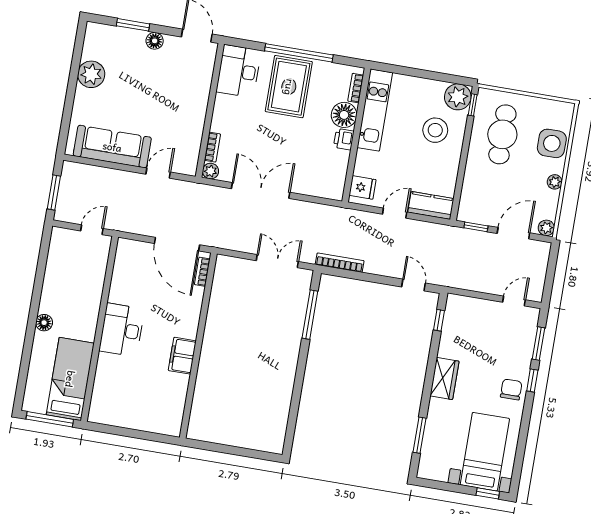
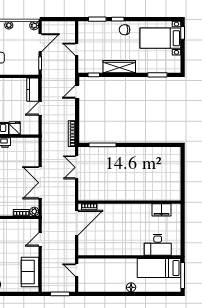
sofa: (112, 147) -> (30, 272), width x0.73
door: (158, 173) -> (40, 239), hinge flipped
fridge: (363, 188) -> (15, 128), moved
door: (395, 213) -> (40, 108), hinge flipped
door: (513, 233) -> (40, 43), swing flipped
door: (514, 301) -> (77, 49), moved
desk: (122, 330) -> (158, 245), moved
filing cabinet: (182, 356) -> (162, 210), moved
wardrobe: (444, 378) -> (119, 67), width x1.50

